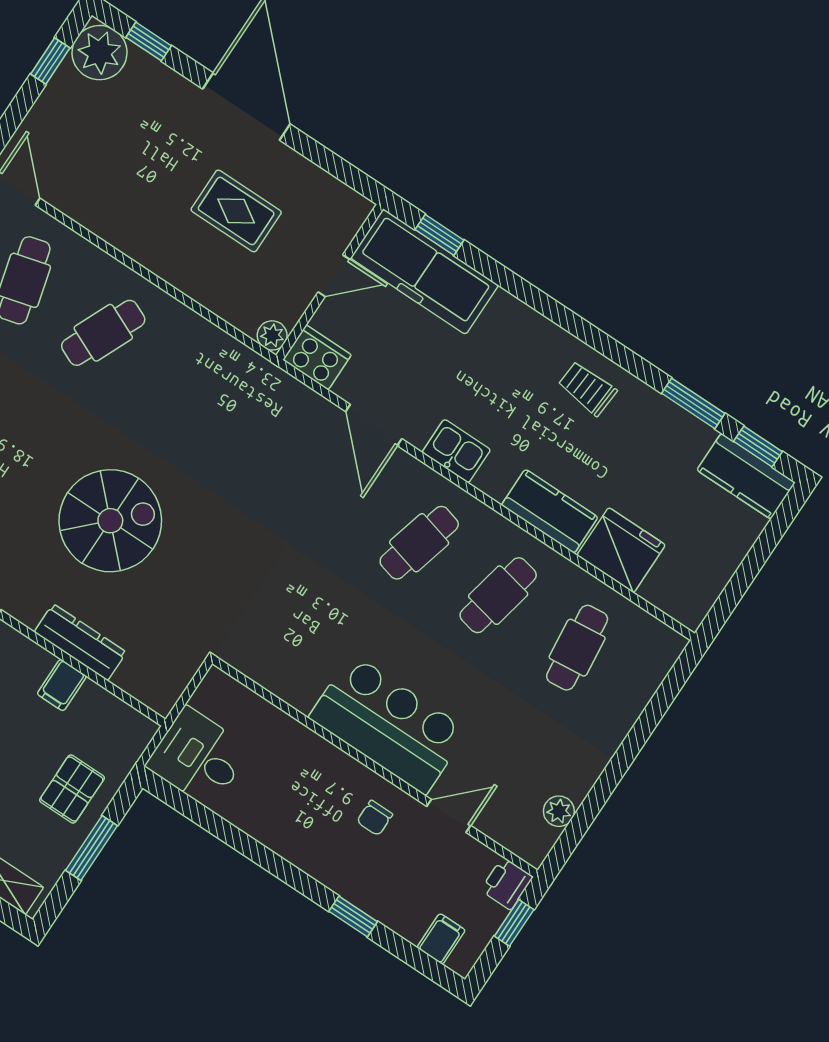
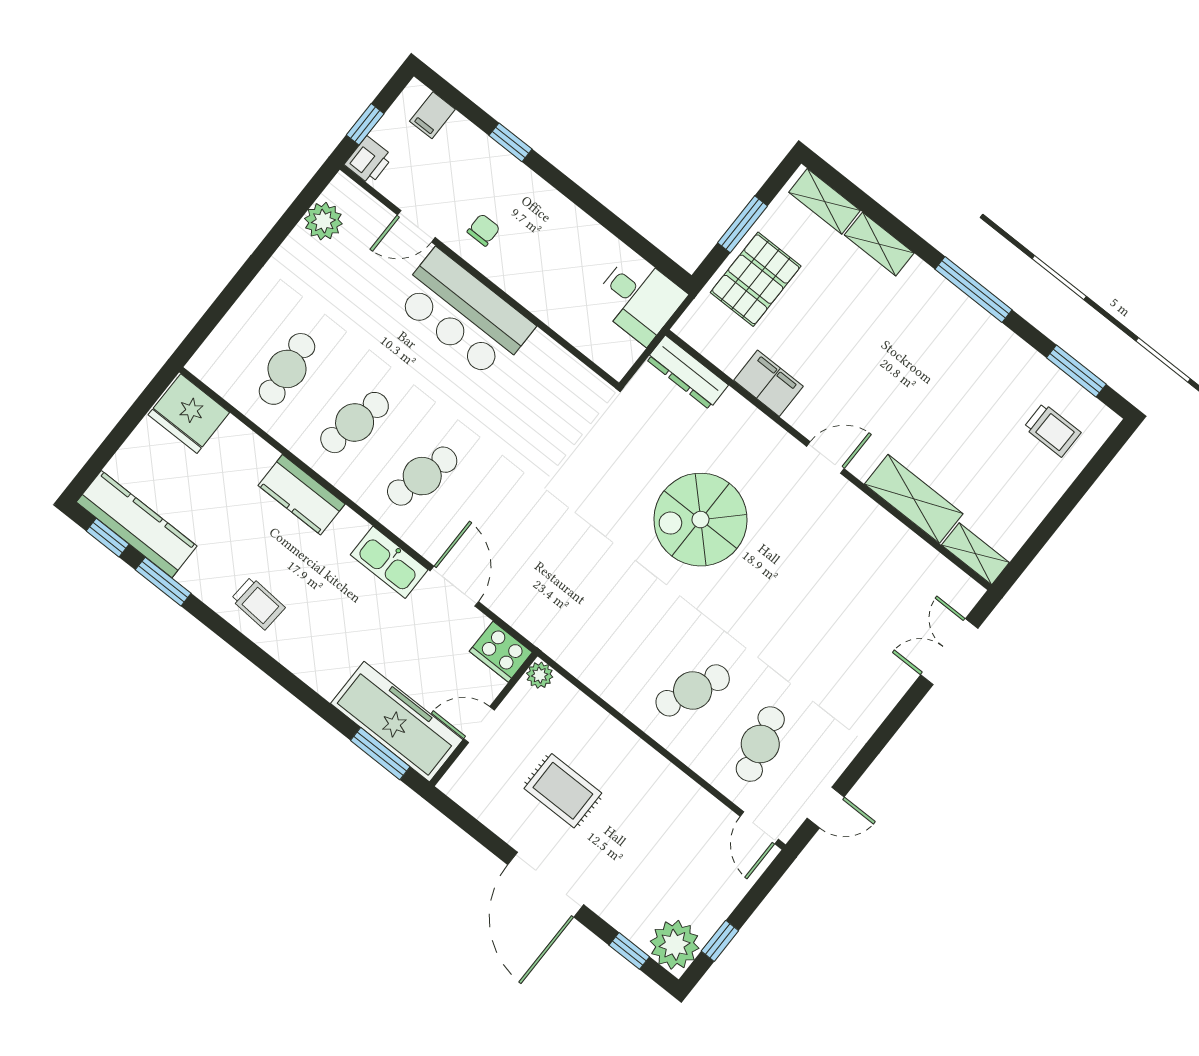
window: (440, 235) -> (380, 754), width x1.50
kitchen sink: (456, 451) -> (389, 562), width x1.38
kitchen counter: (746, 476) -> (137, 524), width x1.50
fridge: (621, 550) -> (189, 414), moved
dresser: (80, 642) -> (687, 372), moved
filing cabinet: (62, 685) -> (768, 383), width x2.00
pallet: (72, 789) -> (756, 279), width x1.50, depth x1.42
plant: (559, 811) -> (323, 221), width x1.38, depth x1.38

